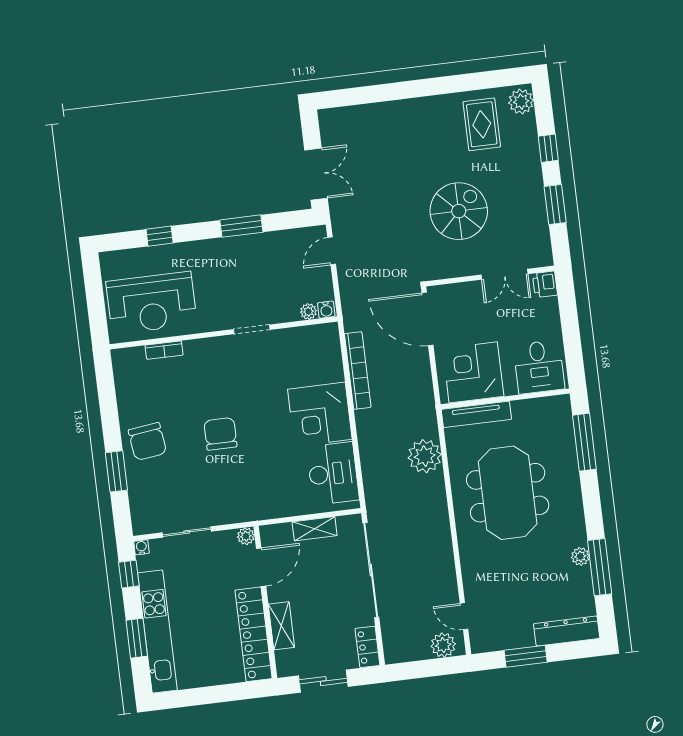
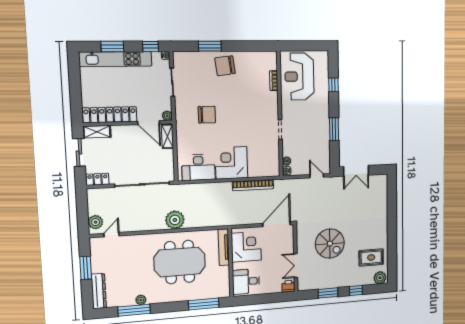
chair: (220, 434) -> (207, 115), moved
plant: (425, 456) -> (175, 220), moved
shelving: (315, 529) -> (167, 136), moved
shelving: (281, 626) -> (97, 132), moved

